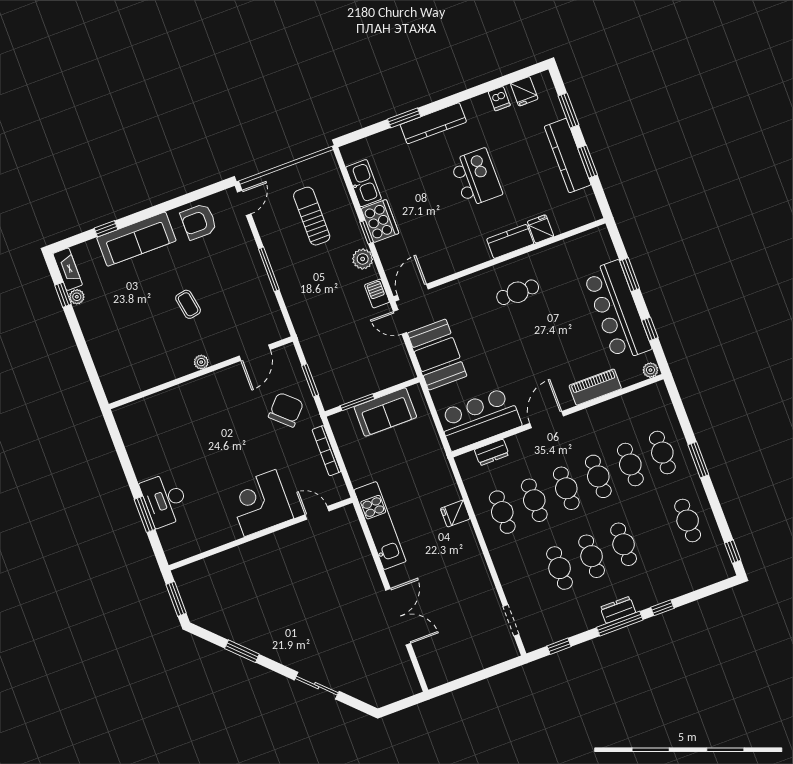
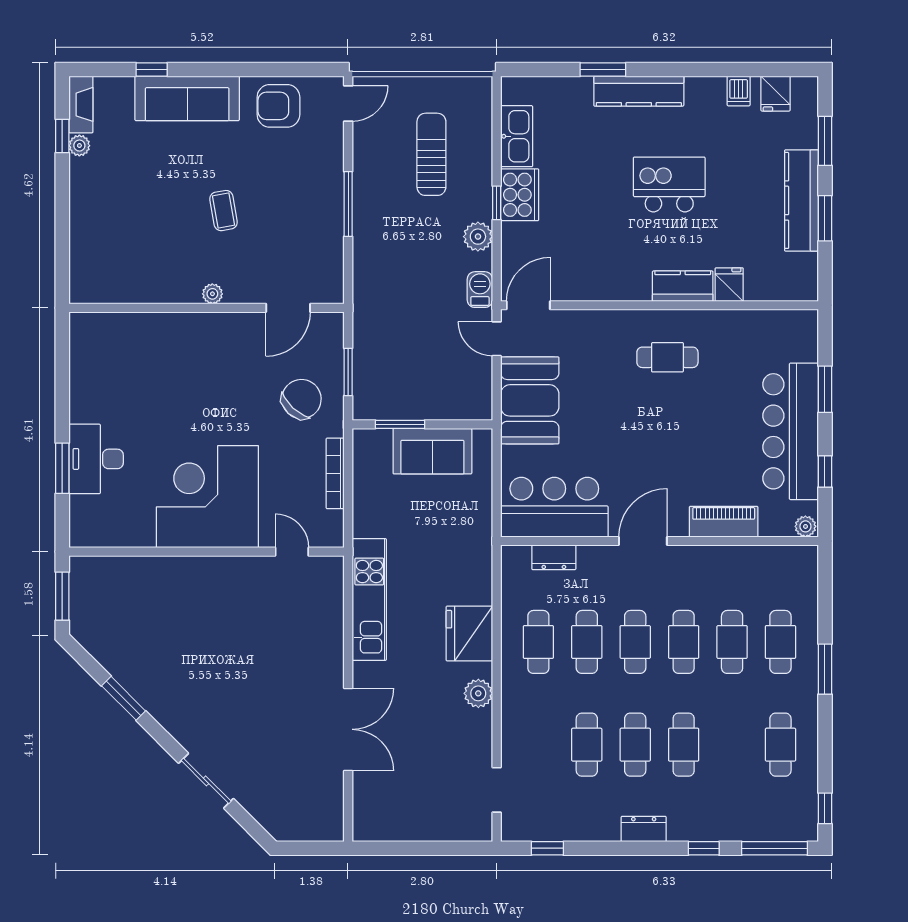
kitchen island: (476, 177) -> (669, 184), turned -90
corner desk: (260, 503) -> (207, 497), width x1.36, depth x1.36
fridge: (455, 514) -> (469, 633), width x1.88, depth x1.34
plant: (475, 561) -> (478, 693), added
window: (620, 624) -> (774, 848), moved

